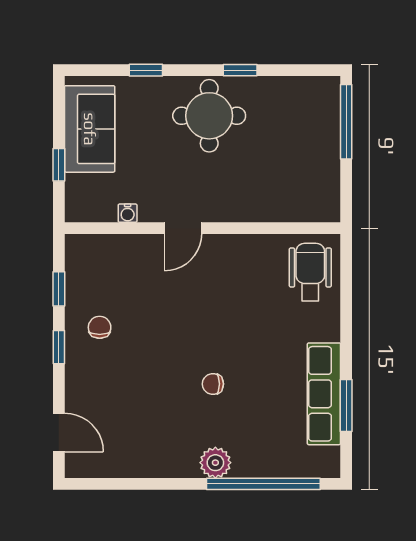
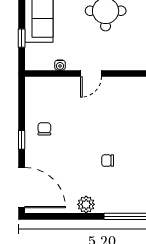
window: (59, 289) -> (22, 107), removed
door: (59, 432) -> (22, 188), width x1.88
plant: (215, 463) -> (86, 204), moved

